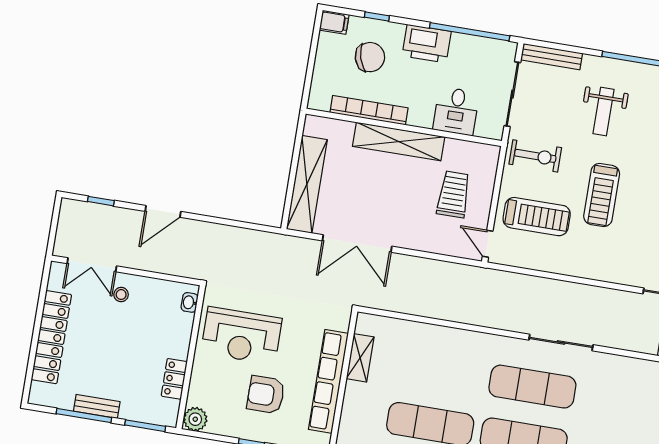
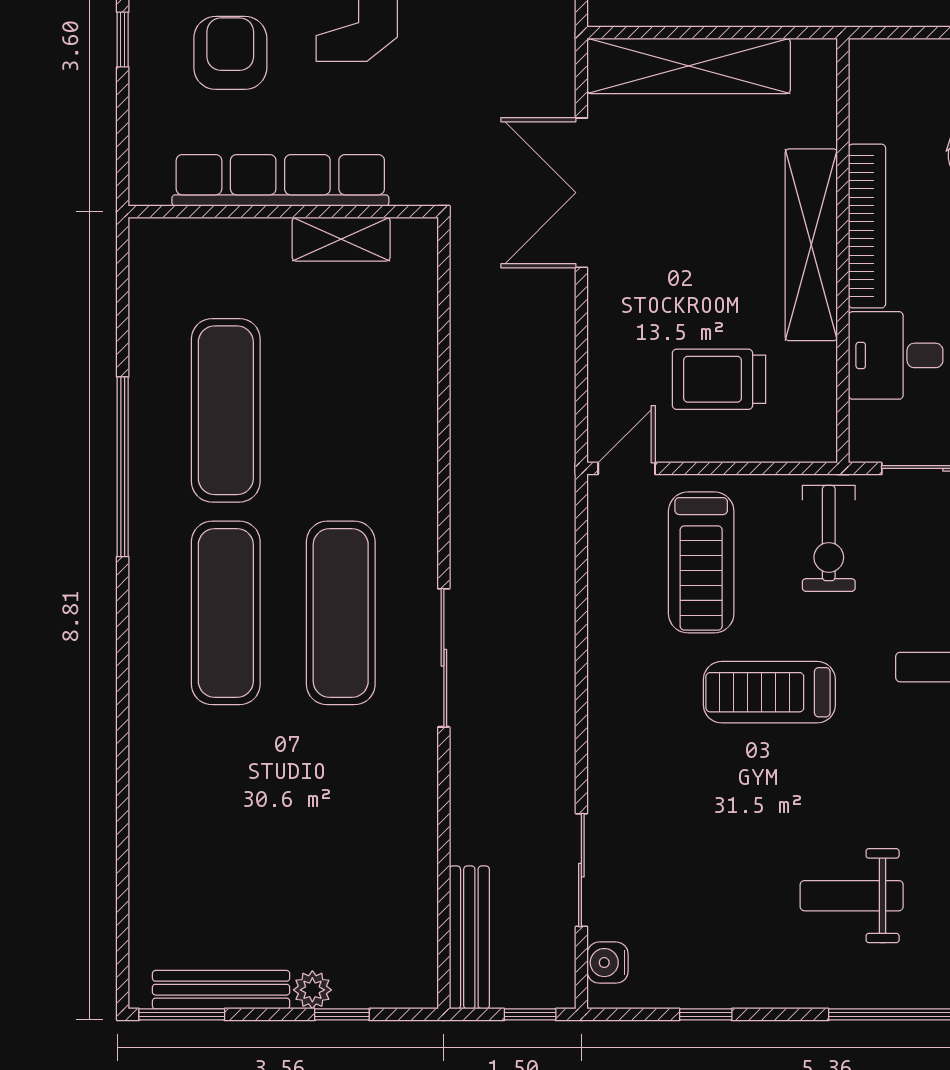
bookcase: (369, 110) -> (867, 226), moved
trolley: (454, 194) -> (719, 379), turned 180

